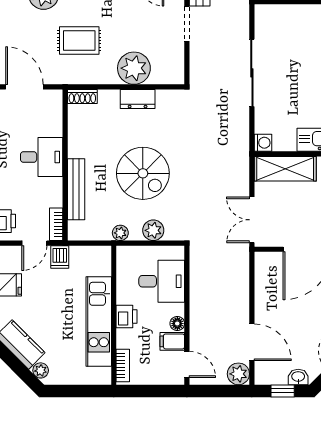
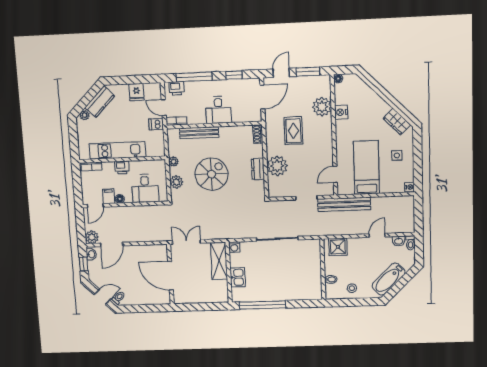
spiral stairs: (143, 173) -> (211, 174), turned 180
washbasin: (298, 377) -> (91, 254), moved

